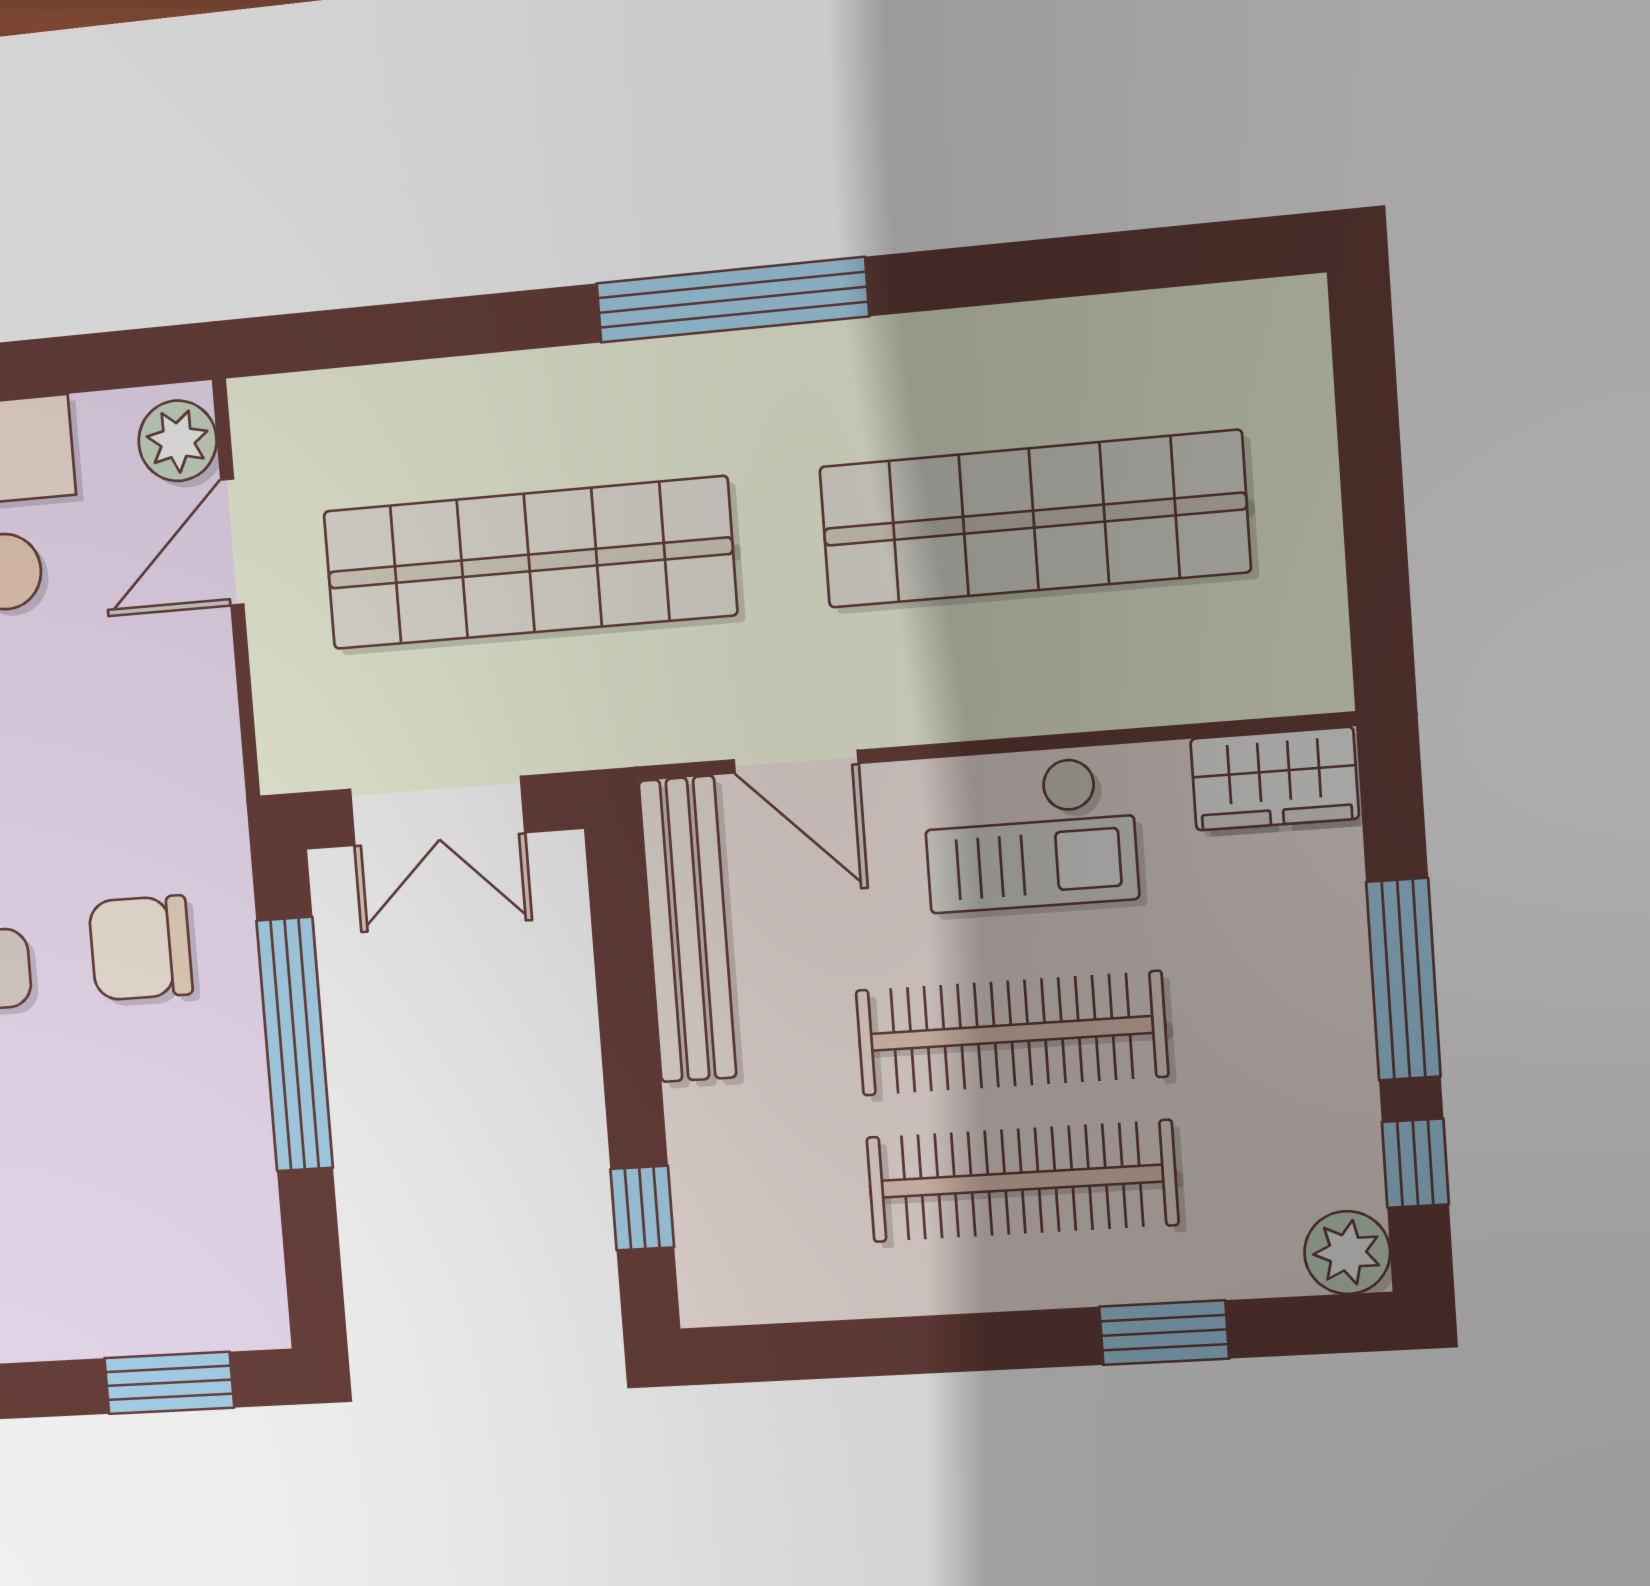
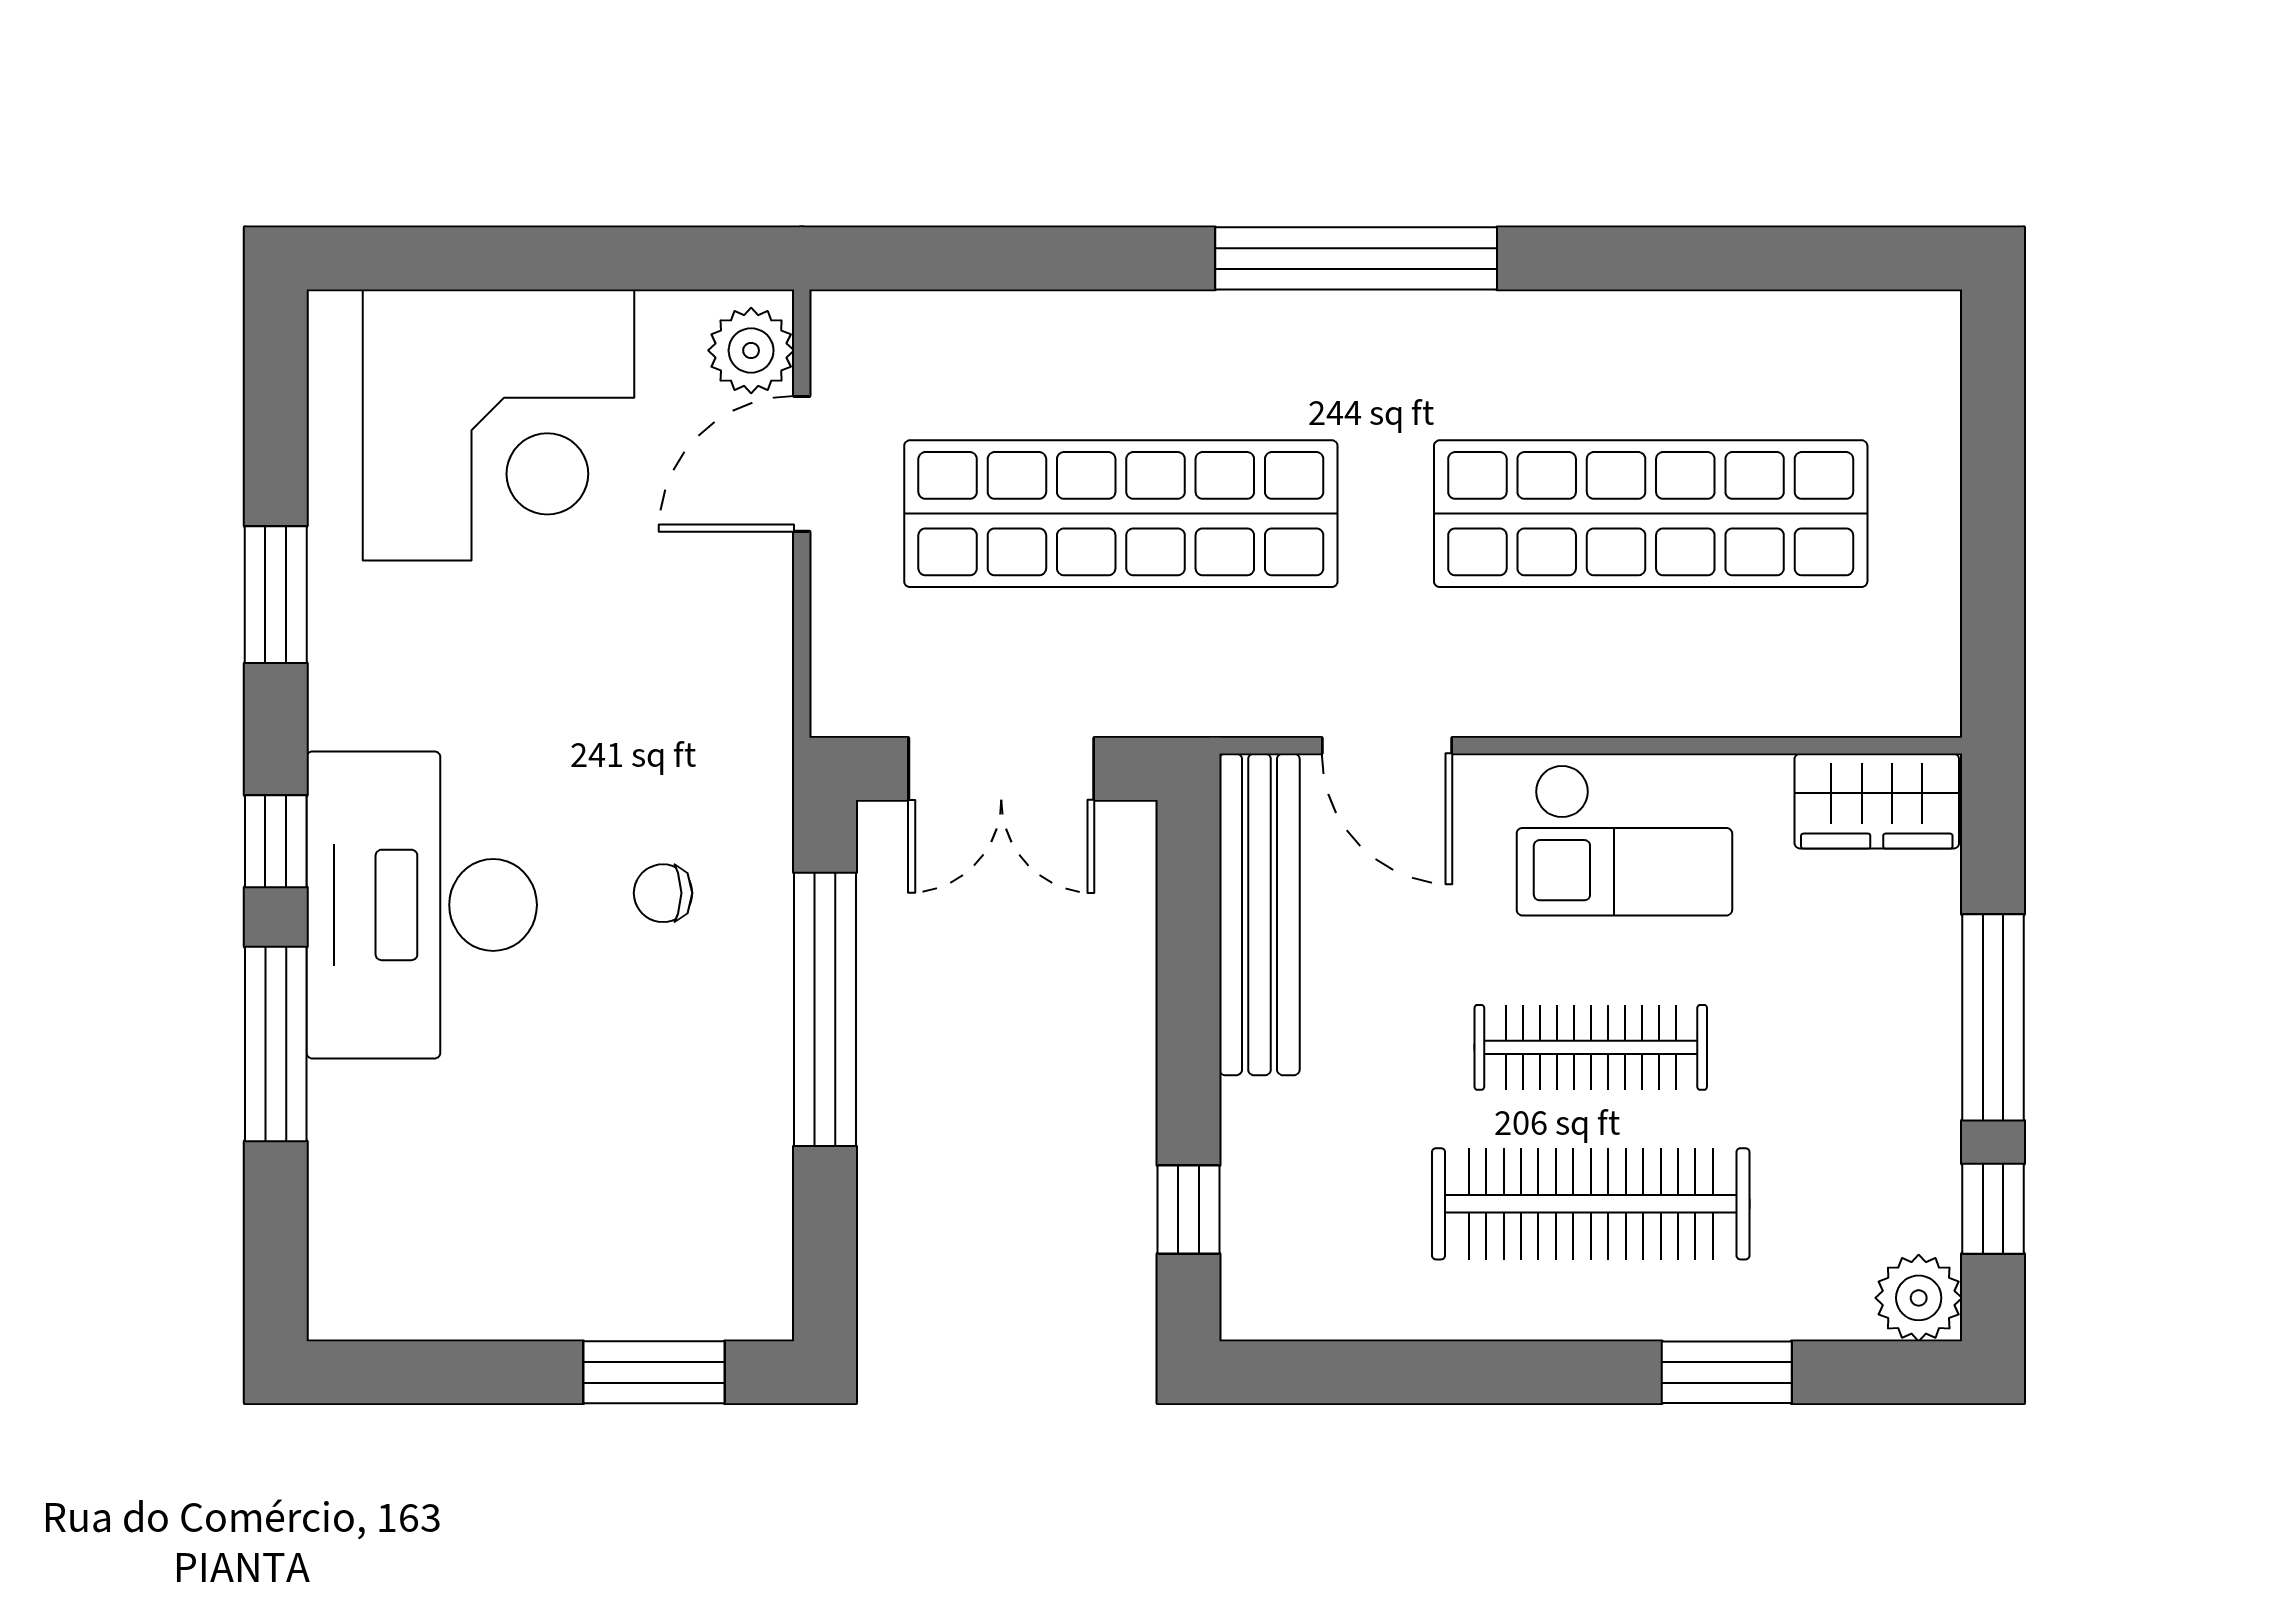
chair: (140, 948) -> (663, 893), width x0.54, depth x0.54
clothes rail: (1011, 1033) -> (1591, 1047), width x0.73, depth x0.76

